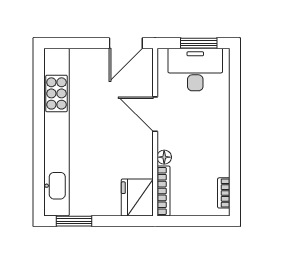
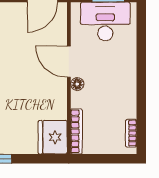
floor lamp: (164, 157) -> (77, 84), moved

